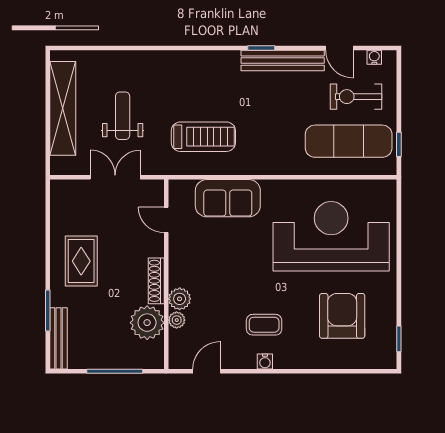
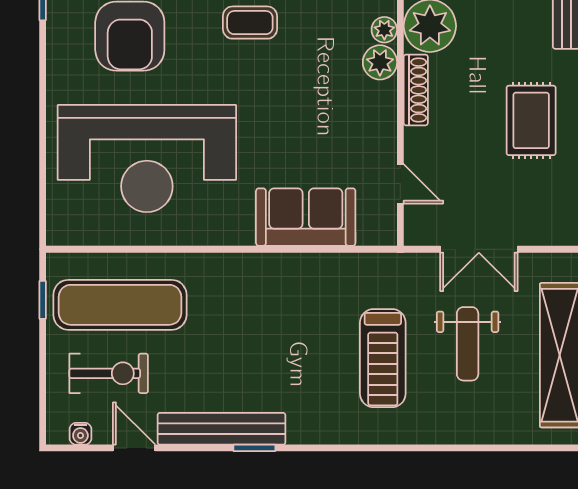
treadmill: (203, 137) -> (383, 358), moved, turned -90

